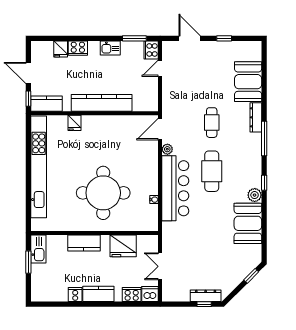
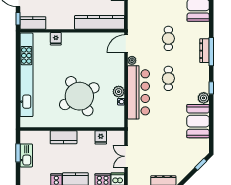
kitchen counter: (102, 103) -> (100, 22), moved
dresser: (256, 117) -> (204, 51), moved
cafe table: (212, 171) -> (168, 78), width x0.73, depth x0.74
plant: (151, 187) -> (119, 92), added
round table: (103, 193) -> (79, 96), turned -30
fridge: (123, 246) -> (101, 137), width x0.53, depth x0.75
kitchen sink: (38, 249) -> (26, 155), moved

